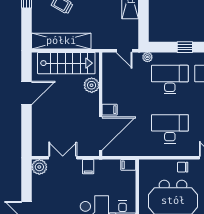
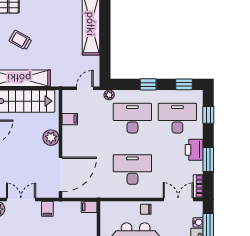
door: (124, 51) -> (85, 88), swing flipped
plant: (92, 85) -> (51, 138), moved
filing cabinet: (110, 110) -> (70, 119), moved

